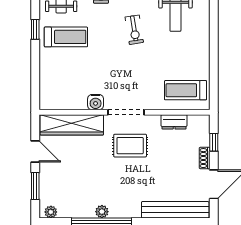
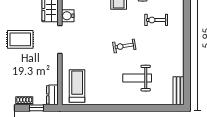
dresser: (174, 122) -> (52, 95), moved
rug: (130, 146) -> (20, 39), moved, turned 90

